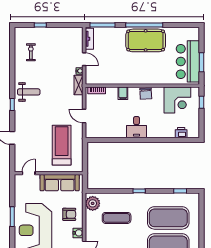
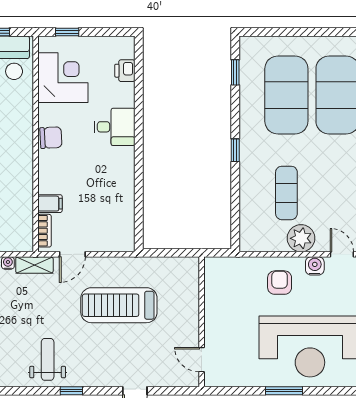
filing cabinet: (123, 93) -> (50, 204), moved
door: (84, 116) -> (72, 254), moved
desk: (137, 127) -> (114, 127), moved
treadmill: (62, 145) -> (119, 305), moved
sofa: (60, 183) -> (220, 301), removed
plant: (93, 203) -> (301, 238), moved

